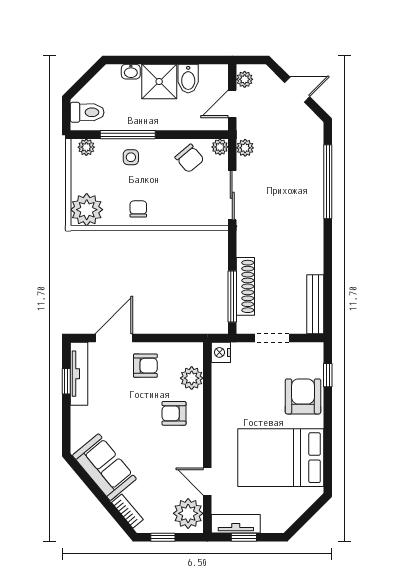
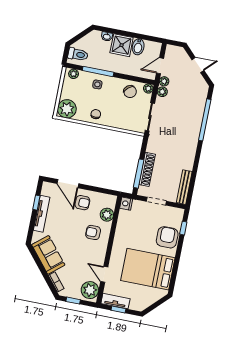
plant: (245, 79) -> (164, 81), moved
door: (114, 338) -> (68, 184), swing flipped
tv unit: (79, 374) -> (42, 214), moved

